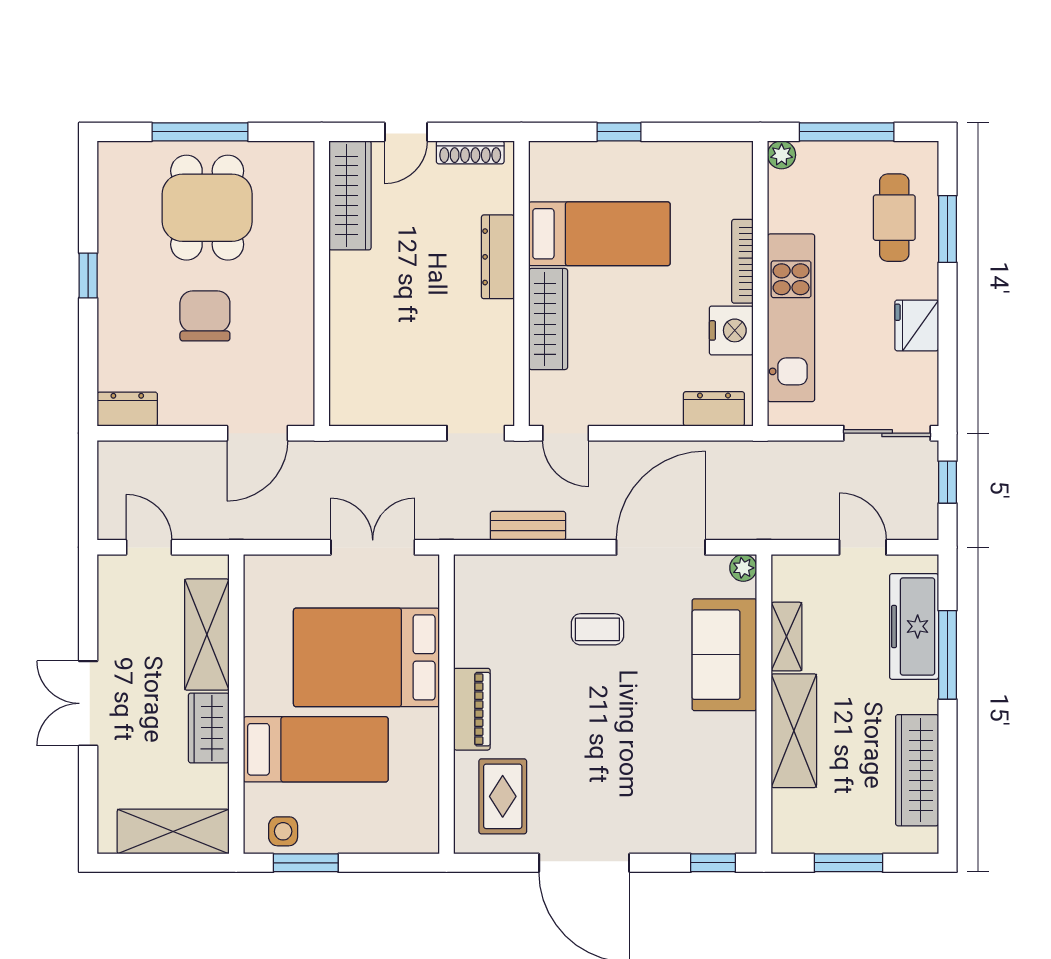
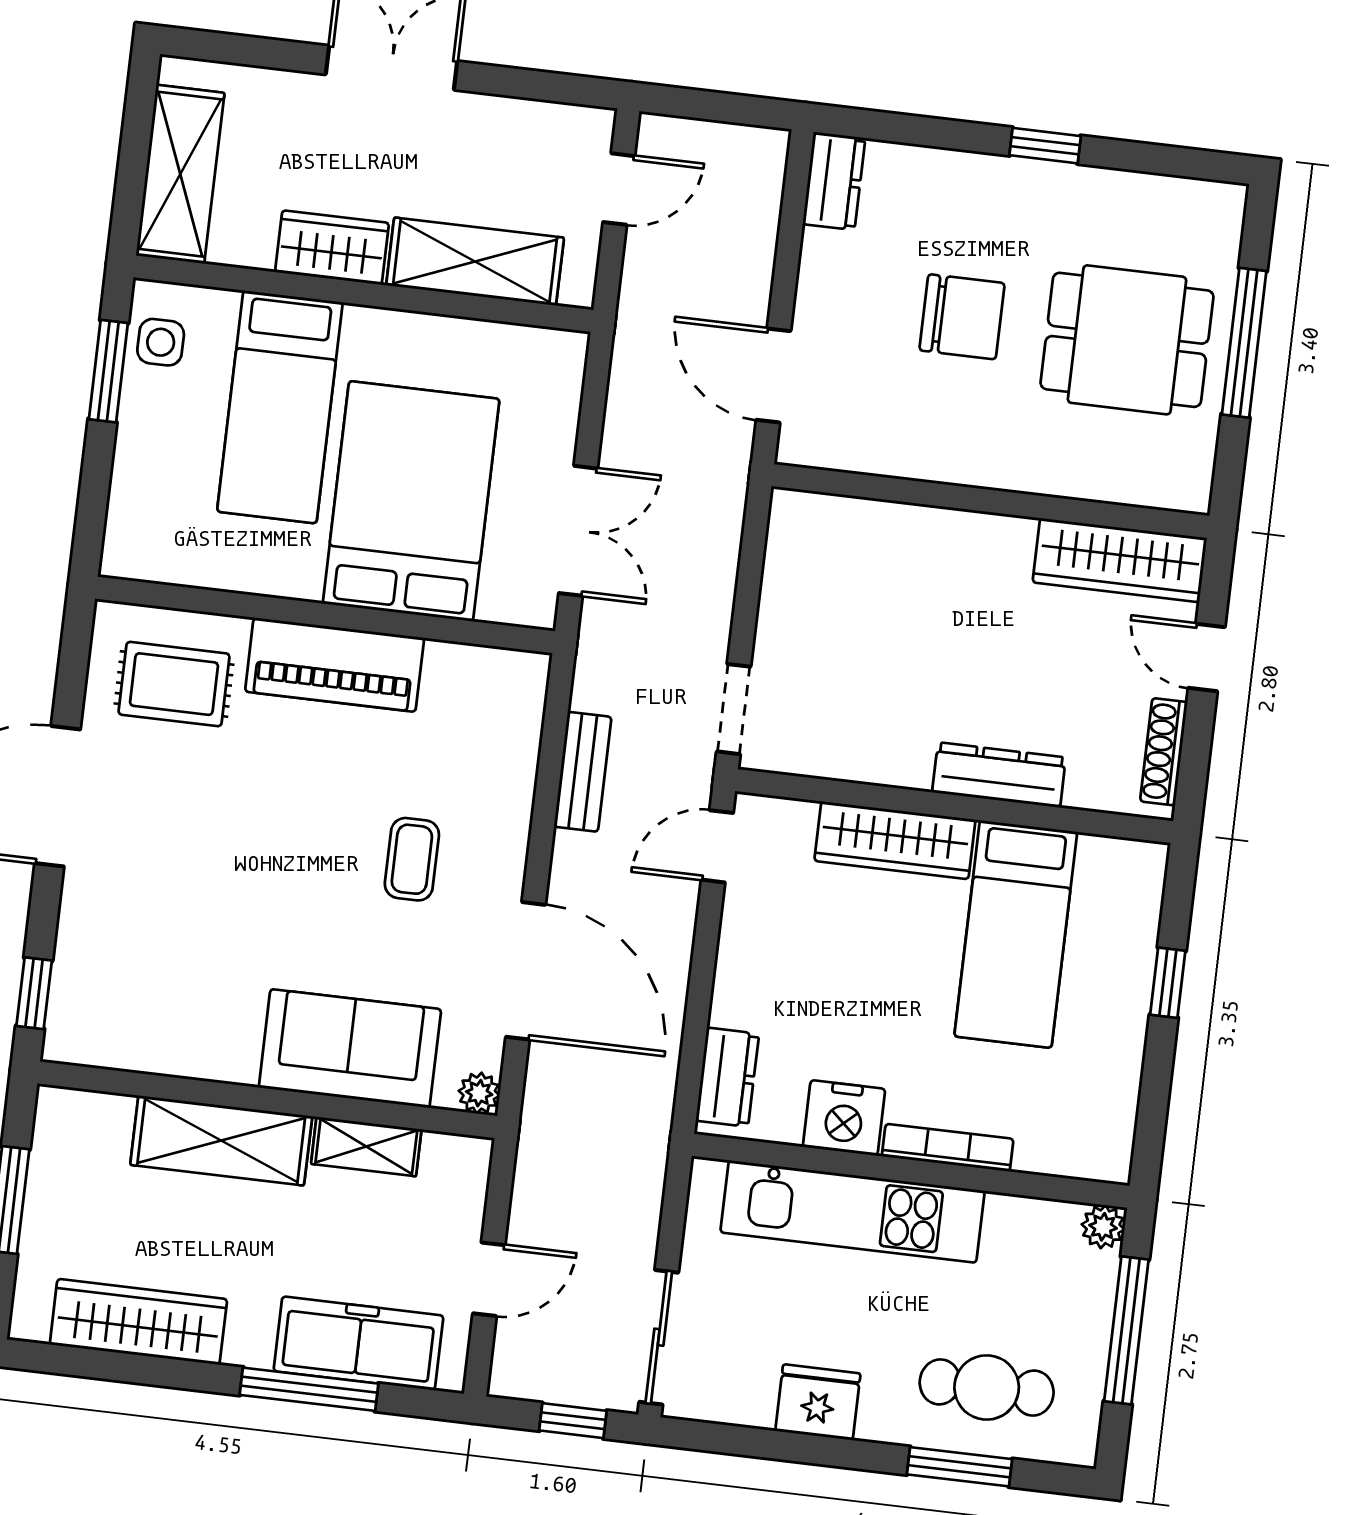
piano: (472, 709) -> (335, 665), width x1.37, depth x1.33

